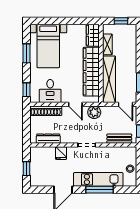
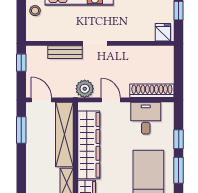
window: (26, 90) -> (179, 139), moved
dresser: (48, 139) -> (148, 52), removed
bench: (119, 139) -> (65, 52), moved
fridge: (61, 153) -> (163, 32), moved

